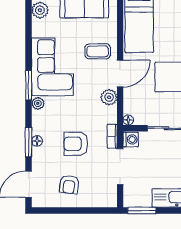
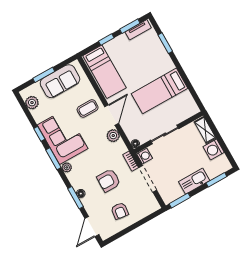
window: (29, 49) -> (39, 134), added

